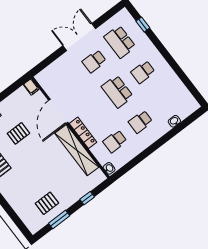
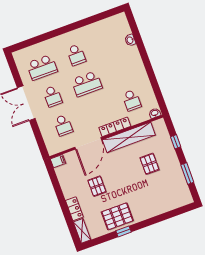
window: (143, 24) -> (33, 41), removed
door: (58, 111) -> (88, 143), hinge flipped
school desk: (140, 122) -> (63, 125), moved
pallet: (47, 203) -> (150, 164), moved

